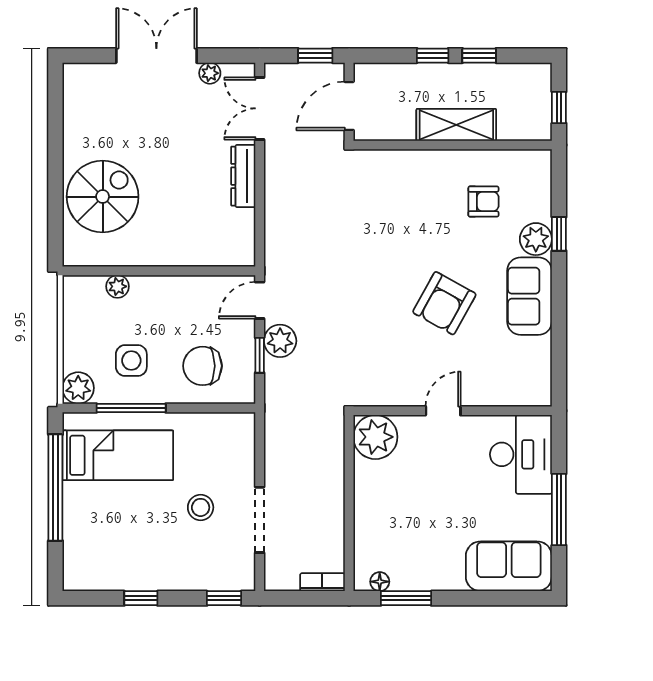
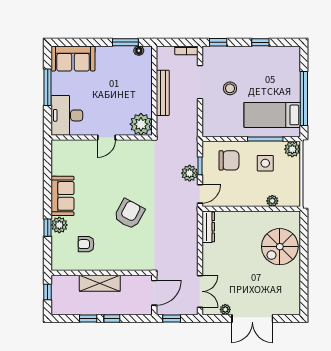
dresser: (243, 176) -> (208, 227), moved
armchair: (444, 303) -> (129, 214), moved
bench: (332, 499) -> (163, 93), added
bookcase: (322, 582) -> (186, 50), moved

